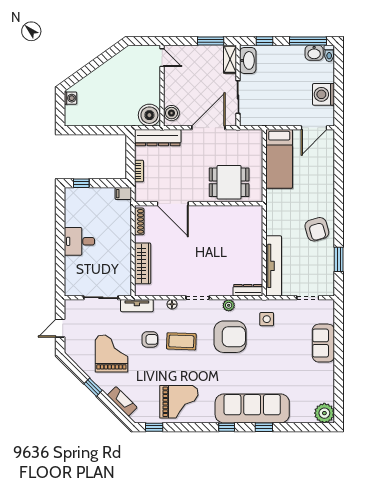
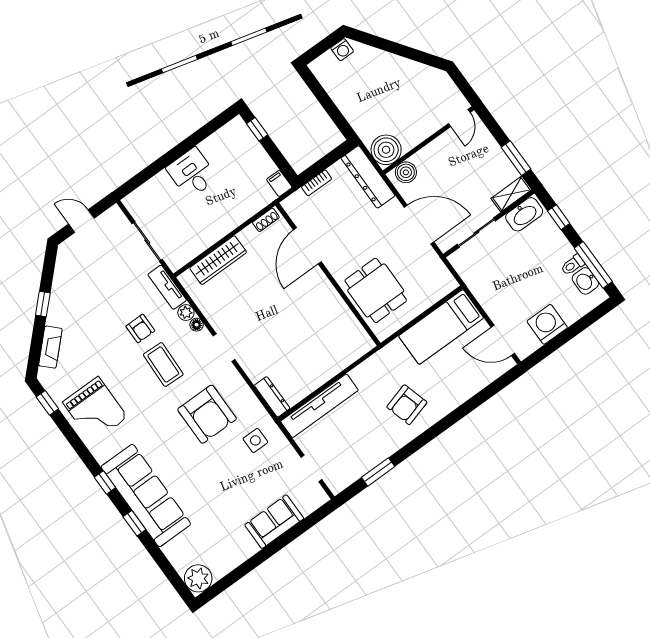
toilet: (329, 53) -> (573, 265), moved
shoe rack: (139, 221) -> (266, 220), width x0.70
armchair: (317, 229) -> (407, 405), moved
plant: (229, 305) -> (186, 313), moved
grand piano: (111, 353) -> (94, 297), removed

